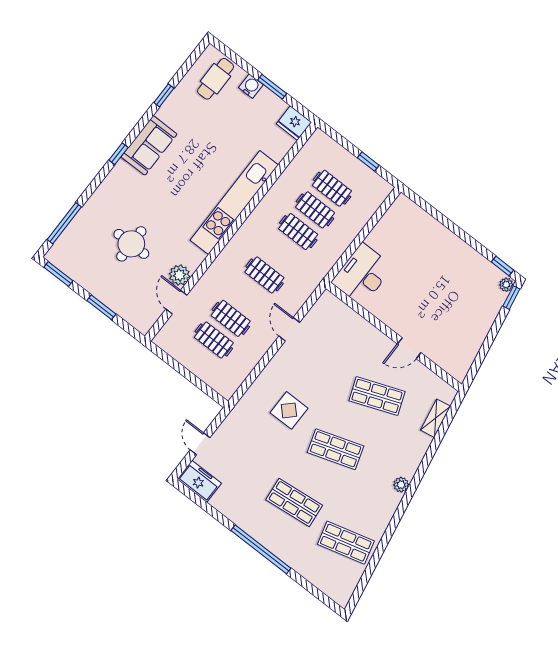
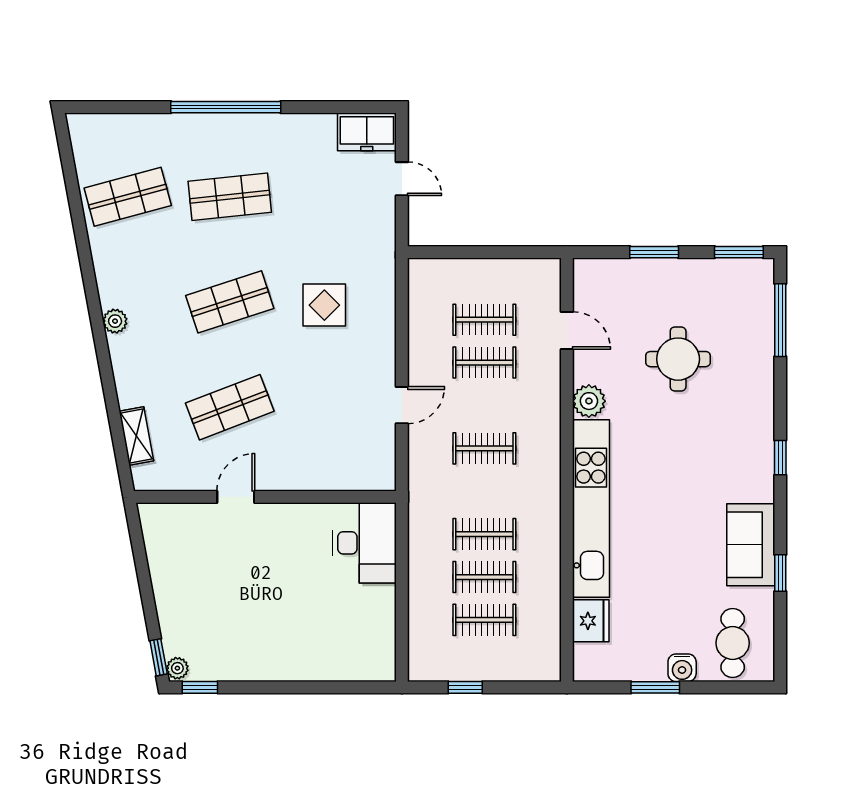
fridge: (294, 123) -> (591, 621), moved, turned 90
sofa: (149, 145) -> (751, 545), moved
plant: (179, 275) -> (589, 401), moved
door: (289, 329) -> (402, 405), hinge flipped

